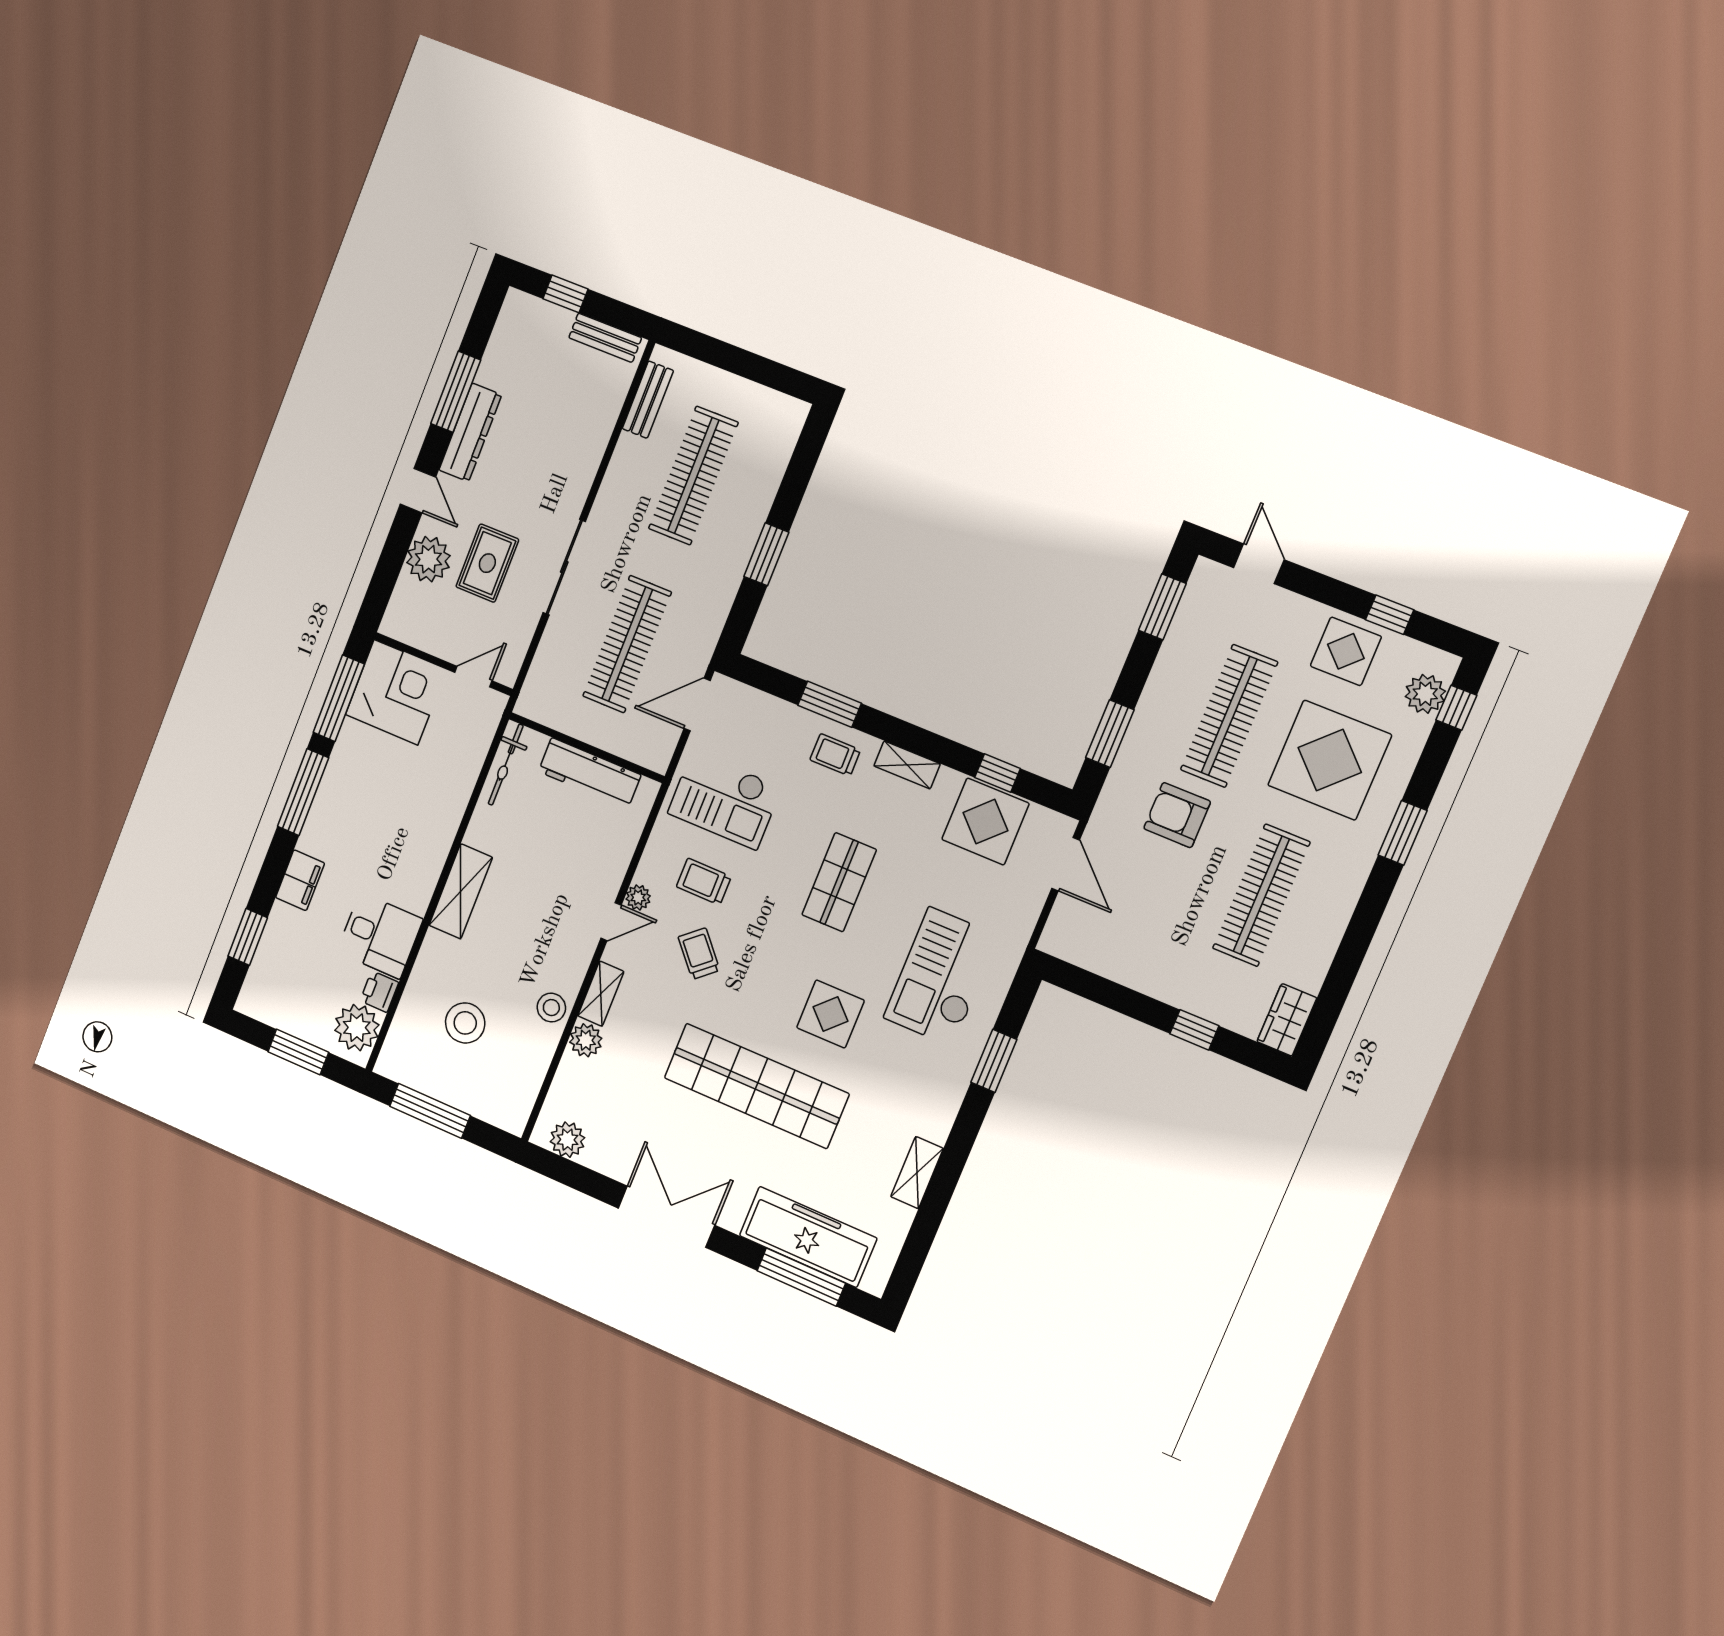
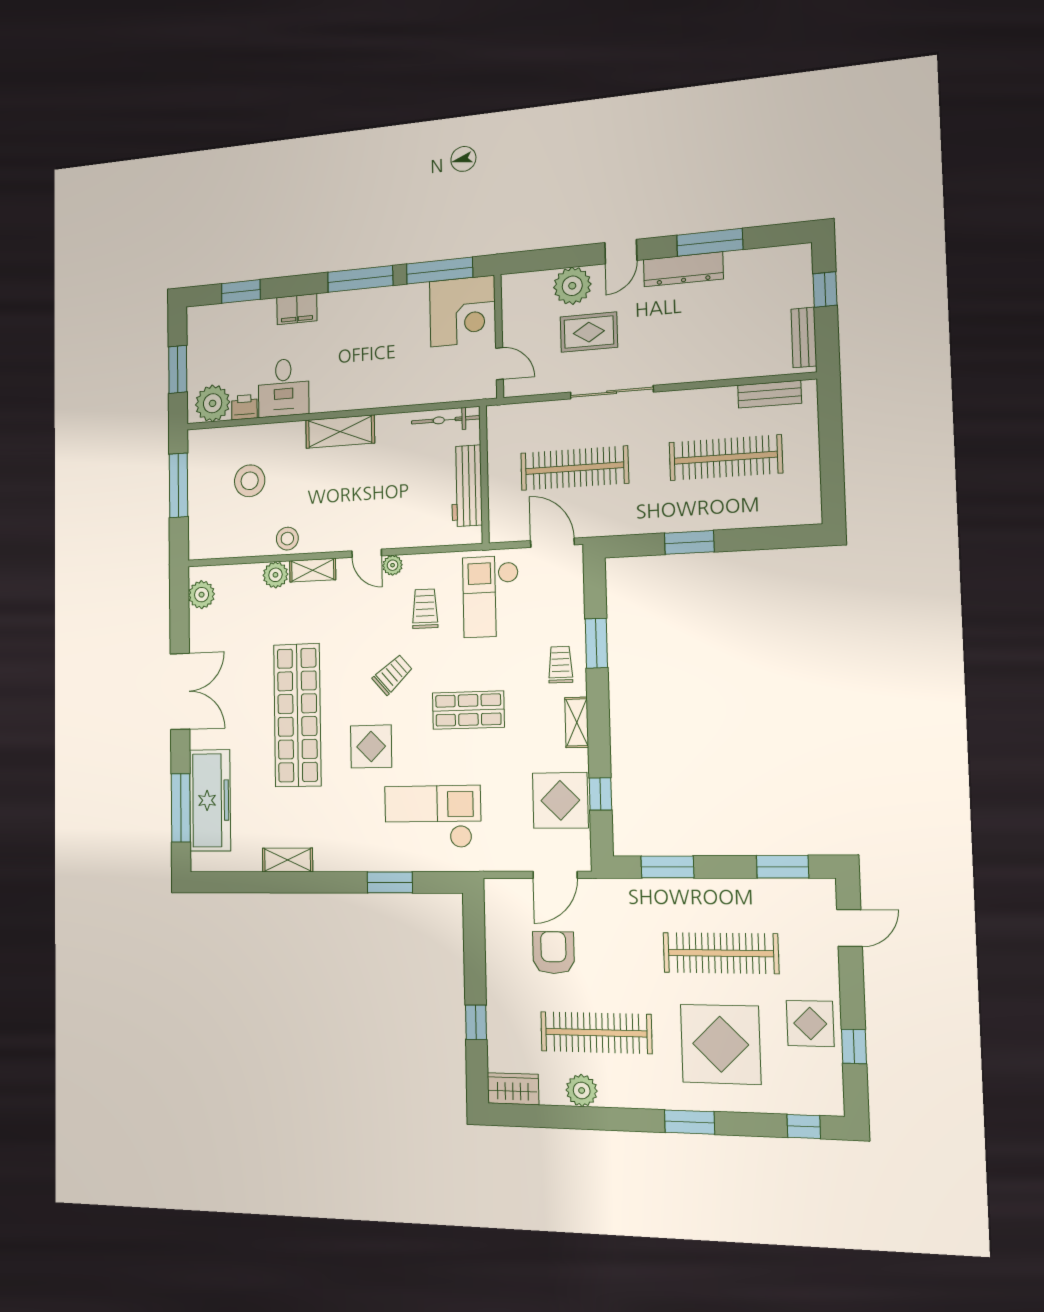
plant: (1425, 694) -> (582, 1090), moved
armchair: (1177, 815) -> (553, 953), moved
trolley: (699, 954) -> (392, 674), moved

